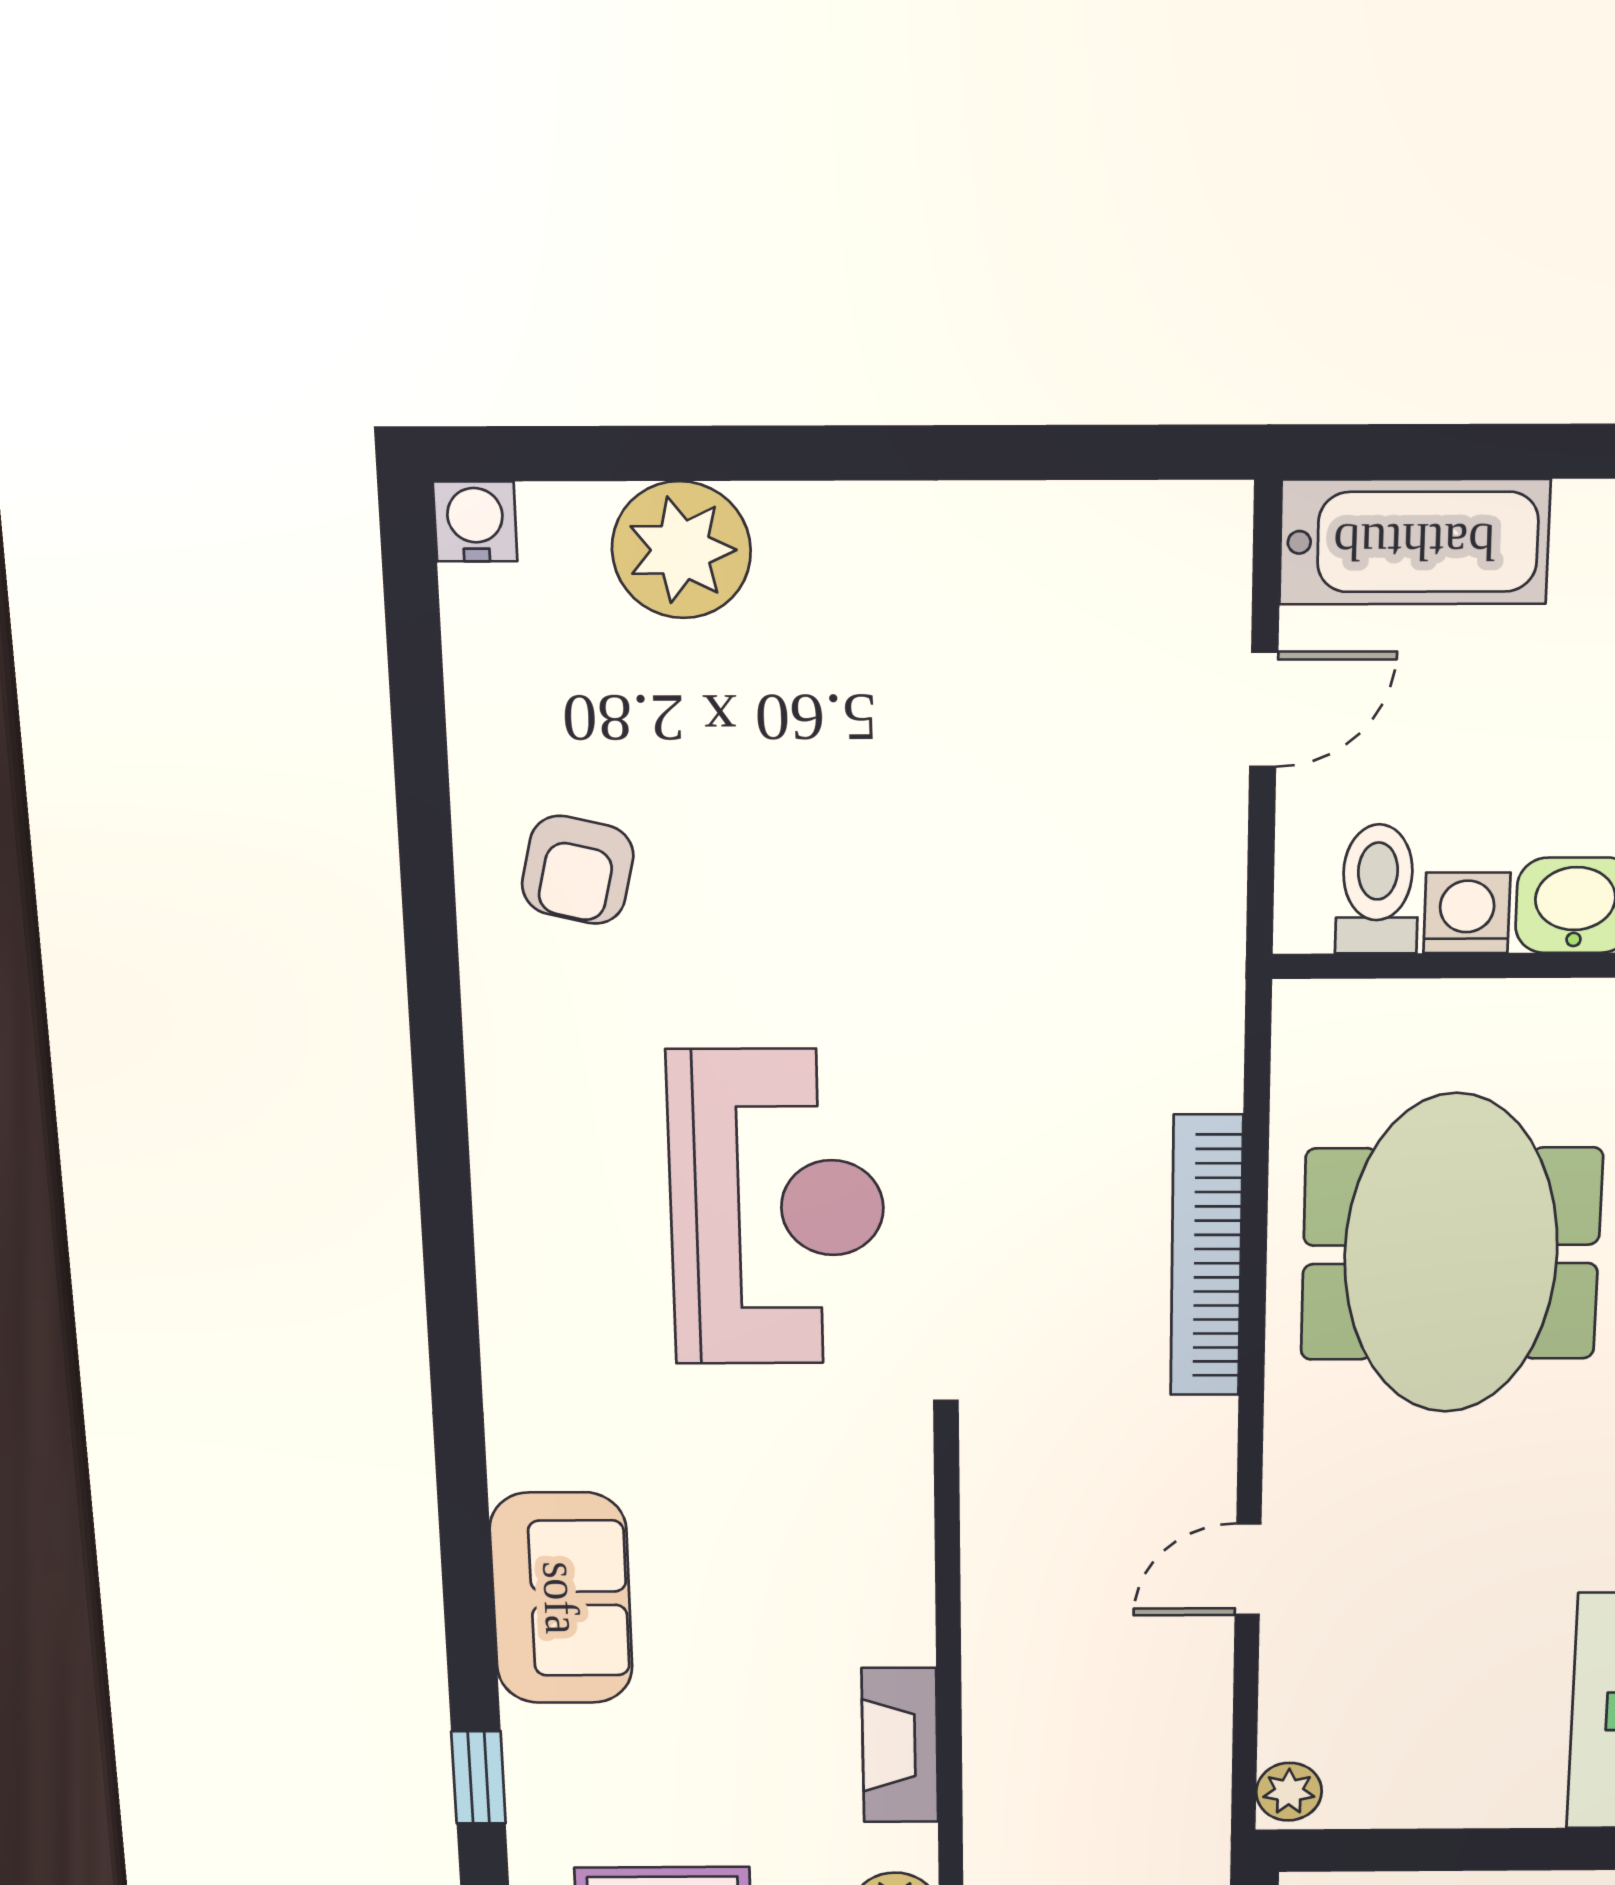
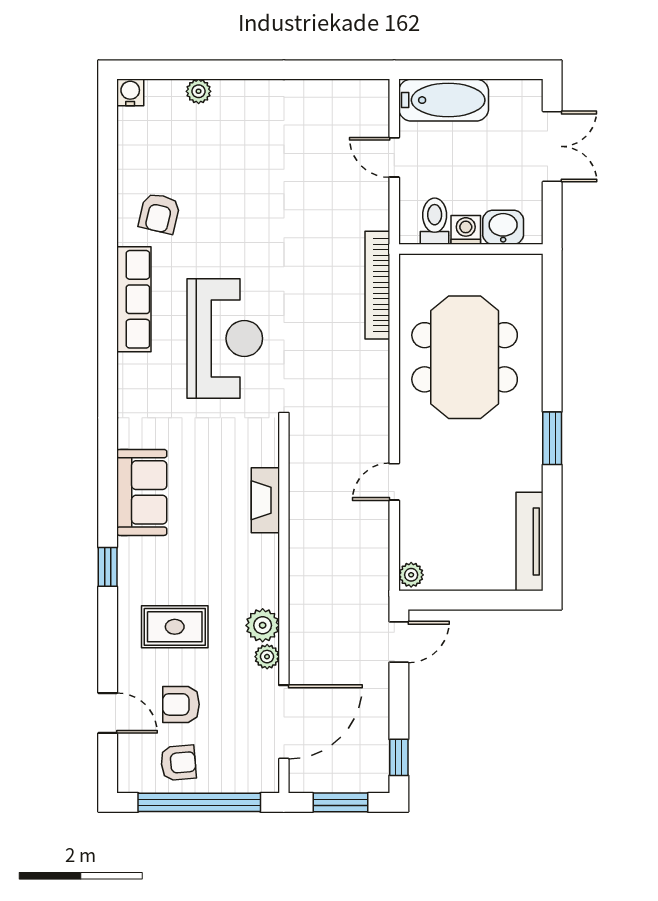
plant: (681, 550) -> (199, 91), width x0.53, depth x0.53
door: (1264, 710) -> (394, 157), swing flipped
row of seats: (515, 1105) -> (134, 299), added
bookcase: (1207, 1256) -> (377, 285), moved
fireplace: (900, 1745) -> (265, 500), moved

